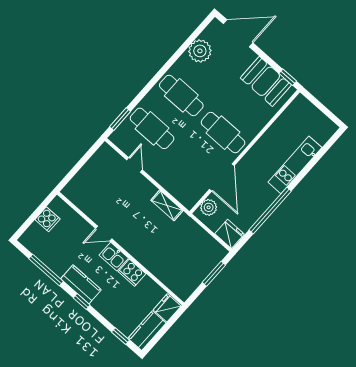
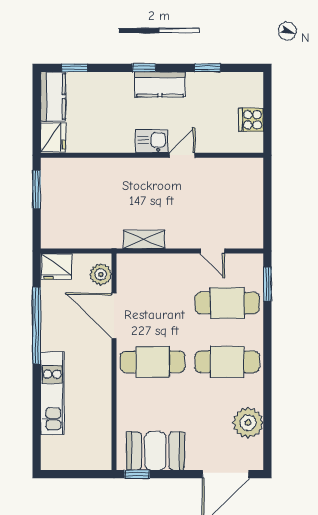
window: (46, 270) -> (208, 68), width x0.46
cooker: (132, 273) -> (119, 141), removed
window: (214, 274) -> (37, 189), moved

